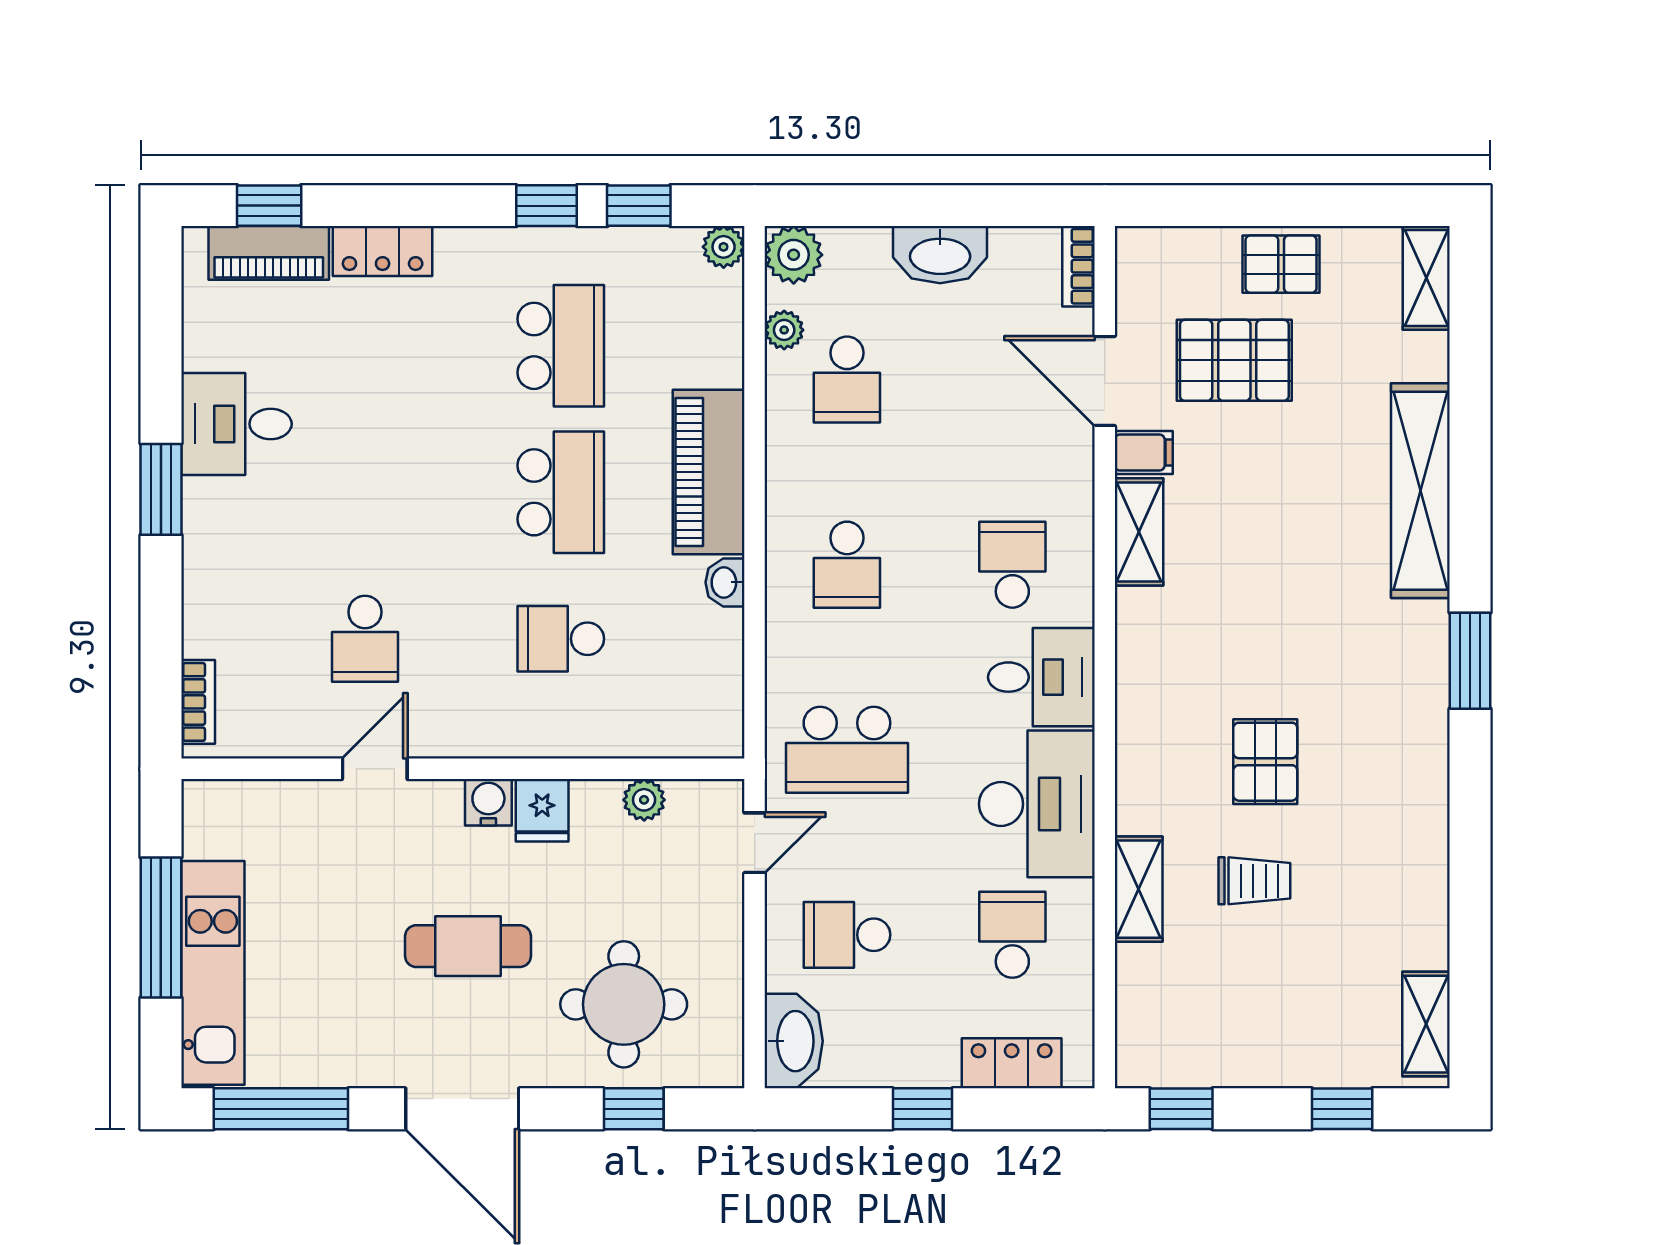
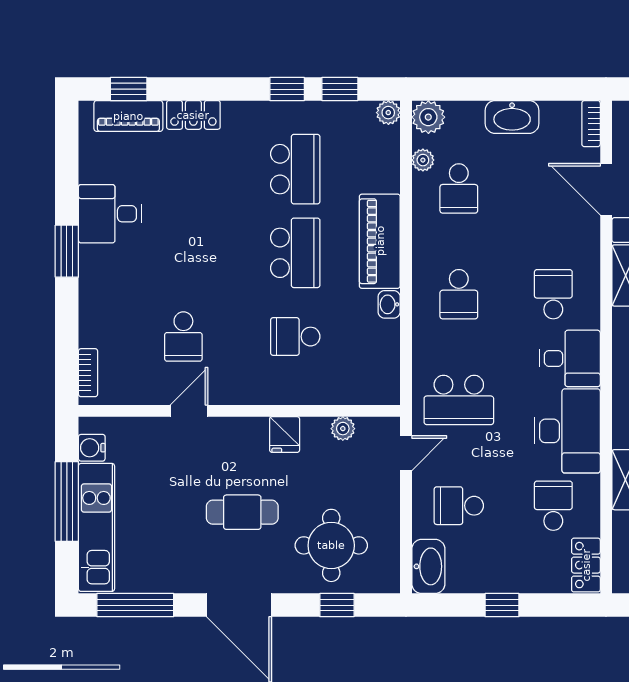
water cooler: (488, 802) -> (92, 448), moved, turned -90
locker: (1012, 1063) -> (586, 565), moved, turned -90

